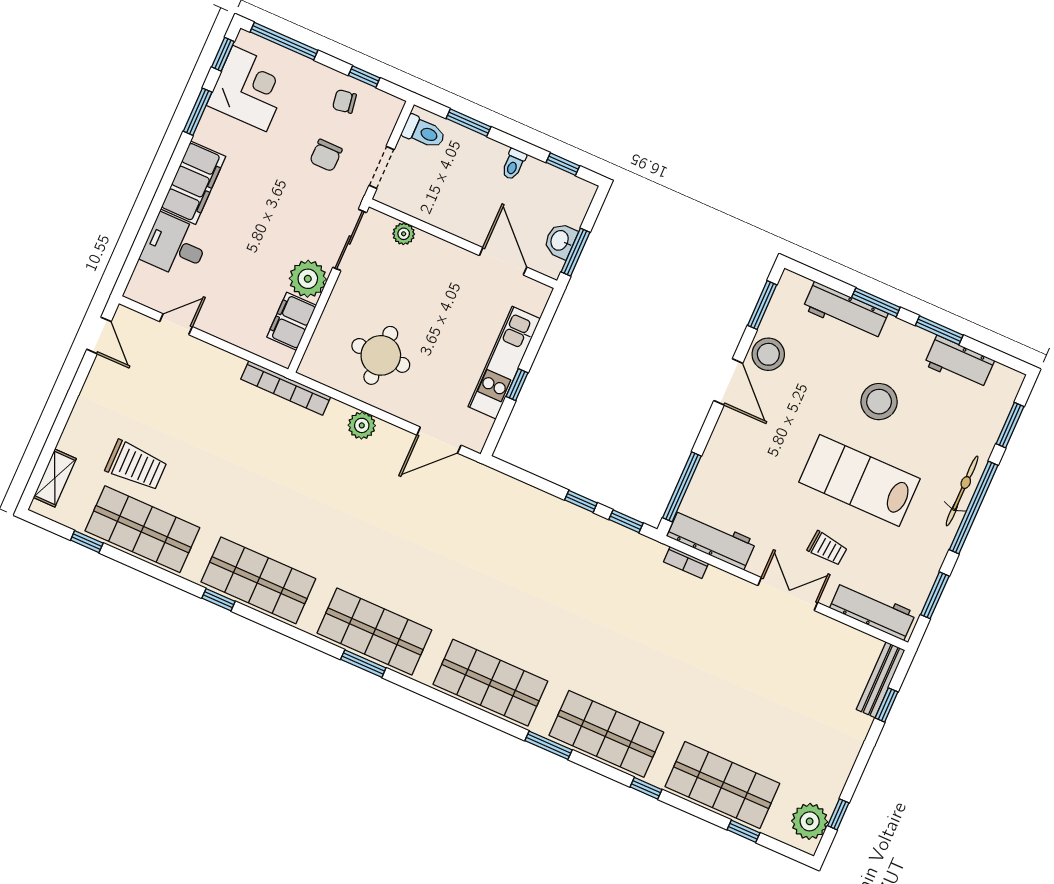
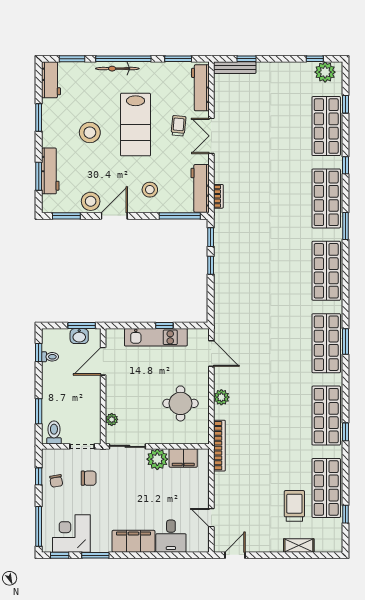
toilet: (514, 164) -> (50, 357), moved
window: (876, 302) -> (39, 176), moved
workbench: (959, 363) -> (51, 80), moved
stool: (745, 457) -> (150, 190), added
shelving: (55, 478) -> (299, 545), moved

